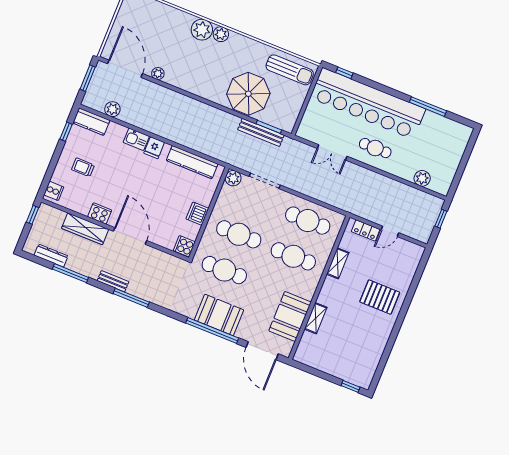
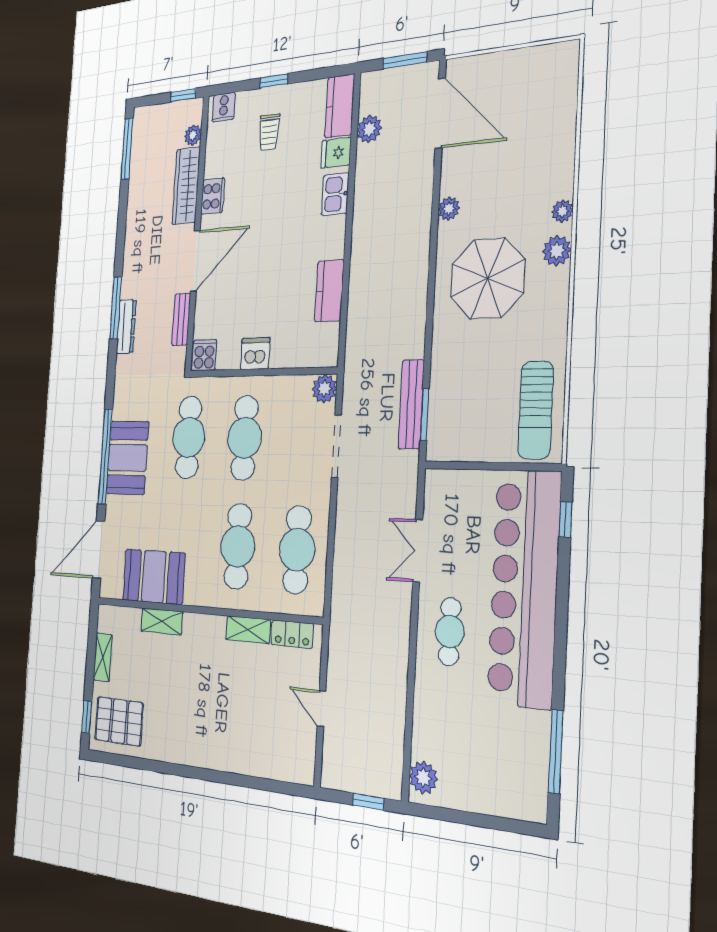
plant: (202, 30) -> (562, 211), width x0.53, depth x0.53
door: (125, 69) -> (440, 113), hinge flipped
plant: (158, 74) -> (449, 209), moved
parasol: (248, 94) -> (488, 278), moved
window: (428, 107) -> (556, 752), moved
window: (66, 132) -> (274, 81), moved
fridge: (154, 148) -> (336, 153), moved
kitchen counter: (192, 162) -> (329, 291), width x0.67
trolley: (83, 167) -> (269, 132), turned 180
plant: (422, 178) -> (423, 778), moved
plant: (59, 216) -> (193, 135), added
locker: (366, 230) -> (292, 634), moved, turned -90
dresser: (51, 256) -> (126, 327), moved
window: (70, 273) -> (127, 149), moved
bench: (113, 281) -> (181, 319), moved
pallet: (380, 297) -> (119, 721), moved, turned 90
shelving: (322, 365) -> (103, 657), added

